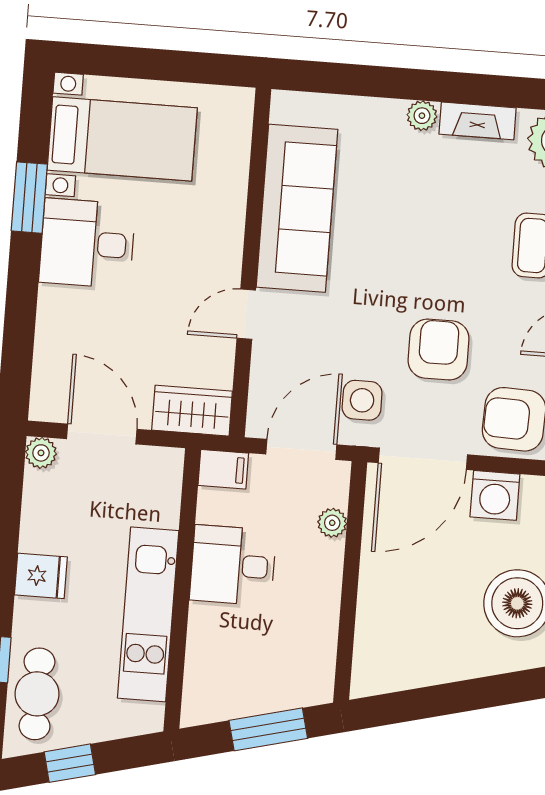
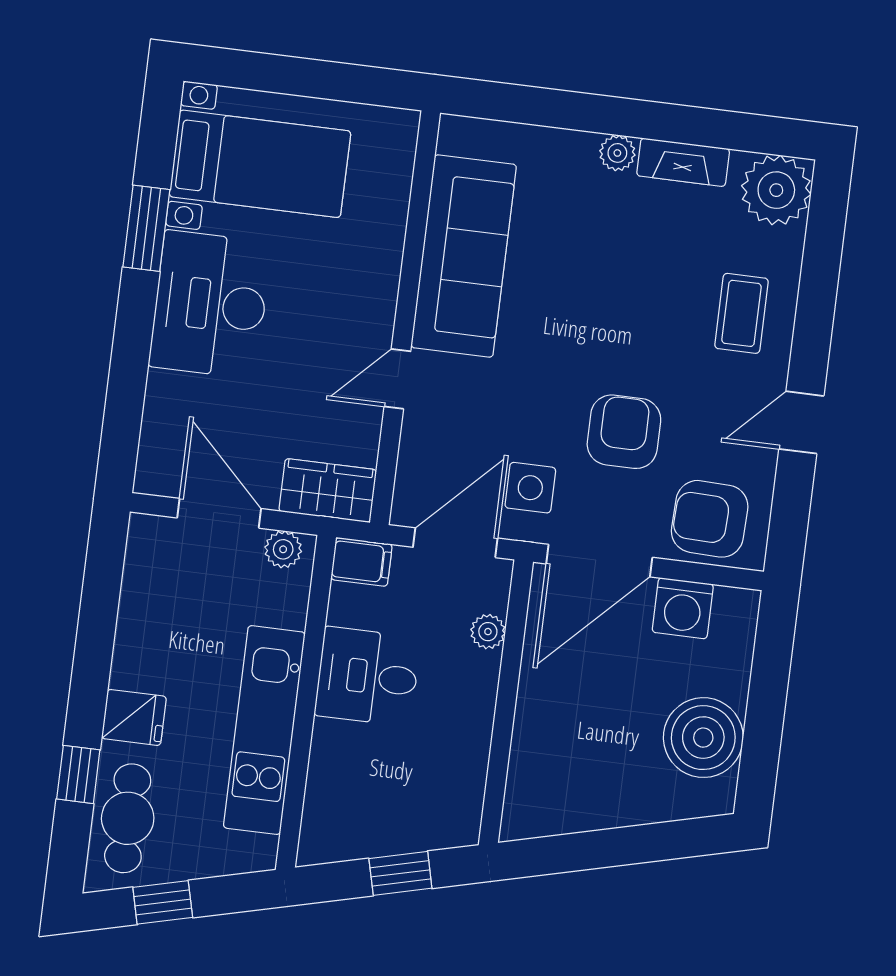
desk: (87, 243) -> (210, 304), width x1.37
plant: (41, 453) -> (283, 549), moved
fridge: (41, 576) -> (134, 717), moved
window: (268, 729) -> (400, 873), width x0.67

